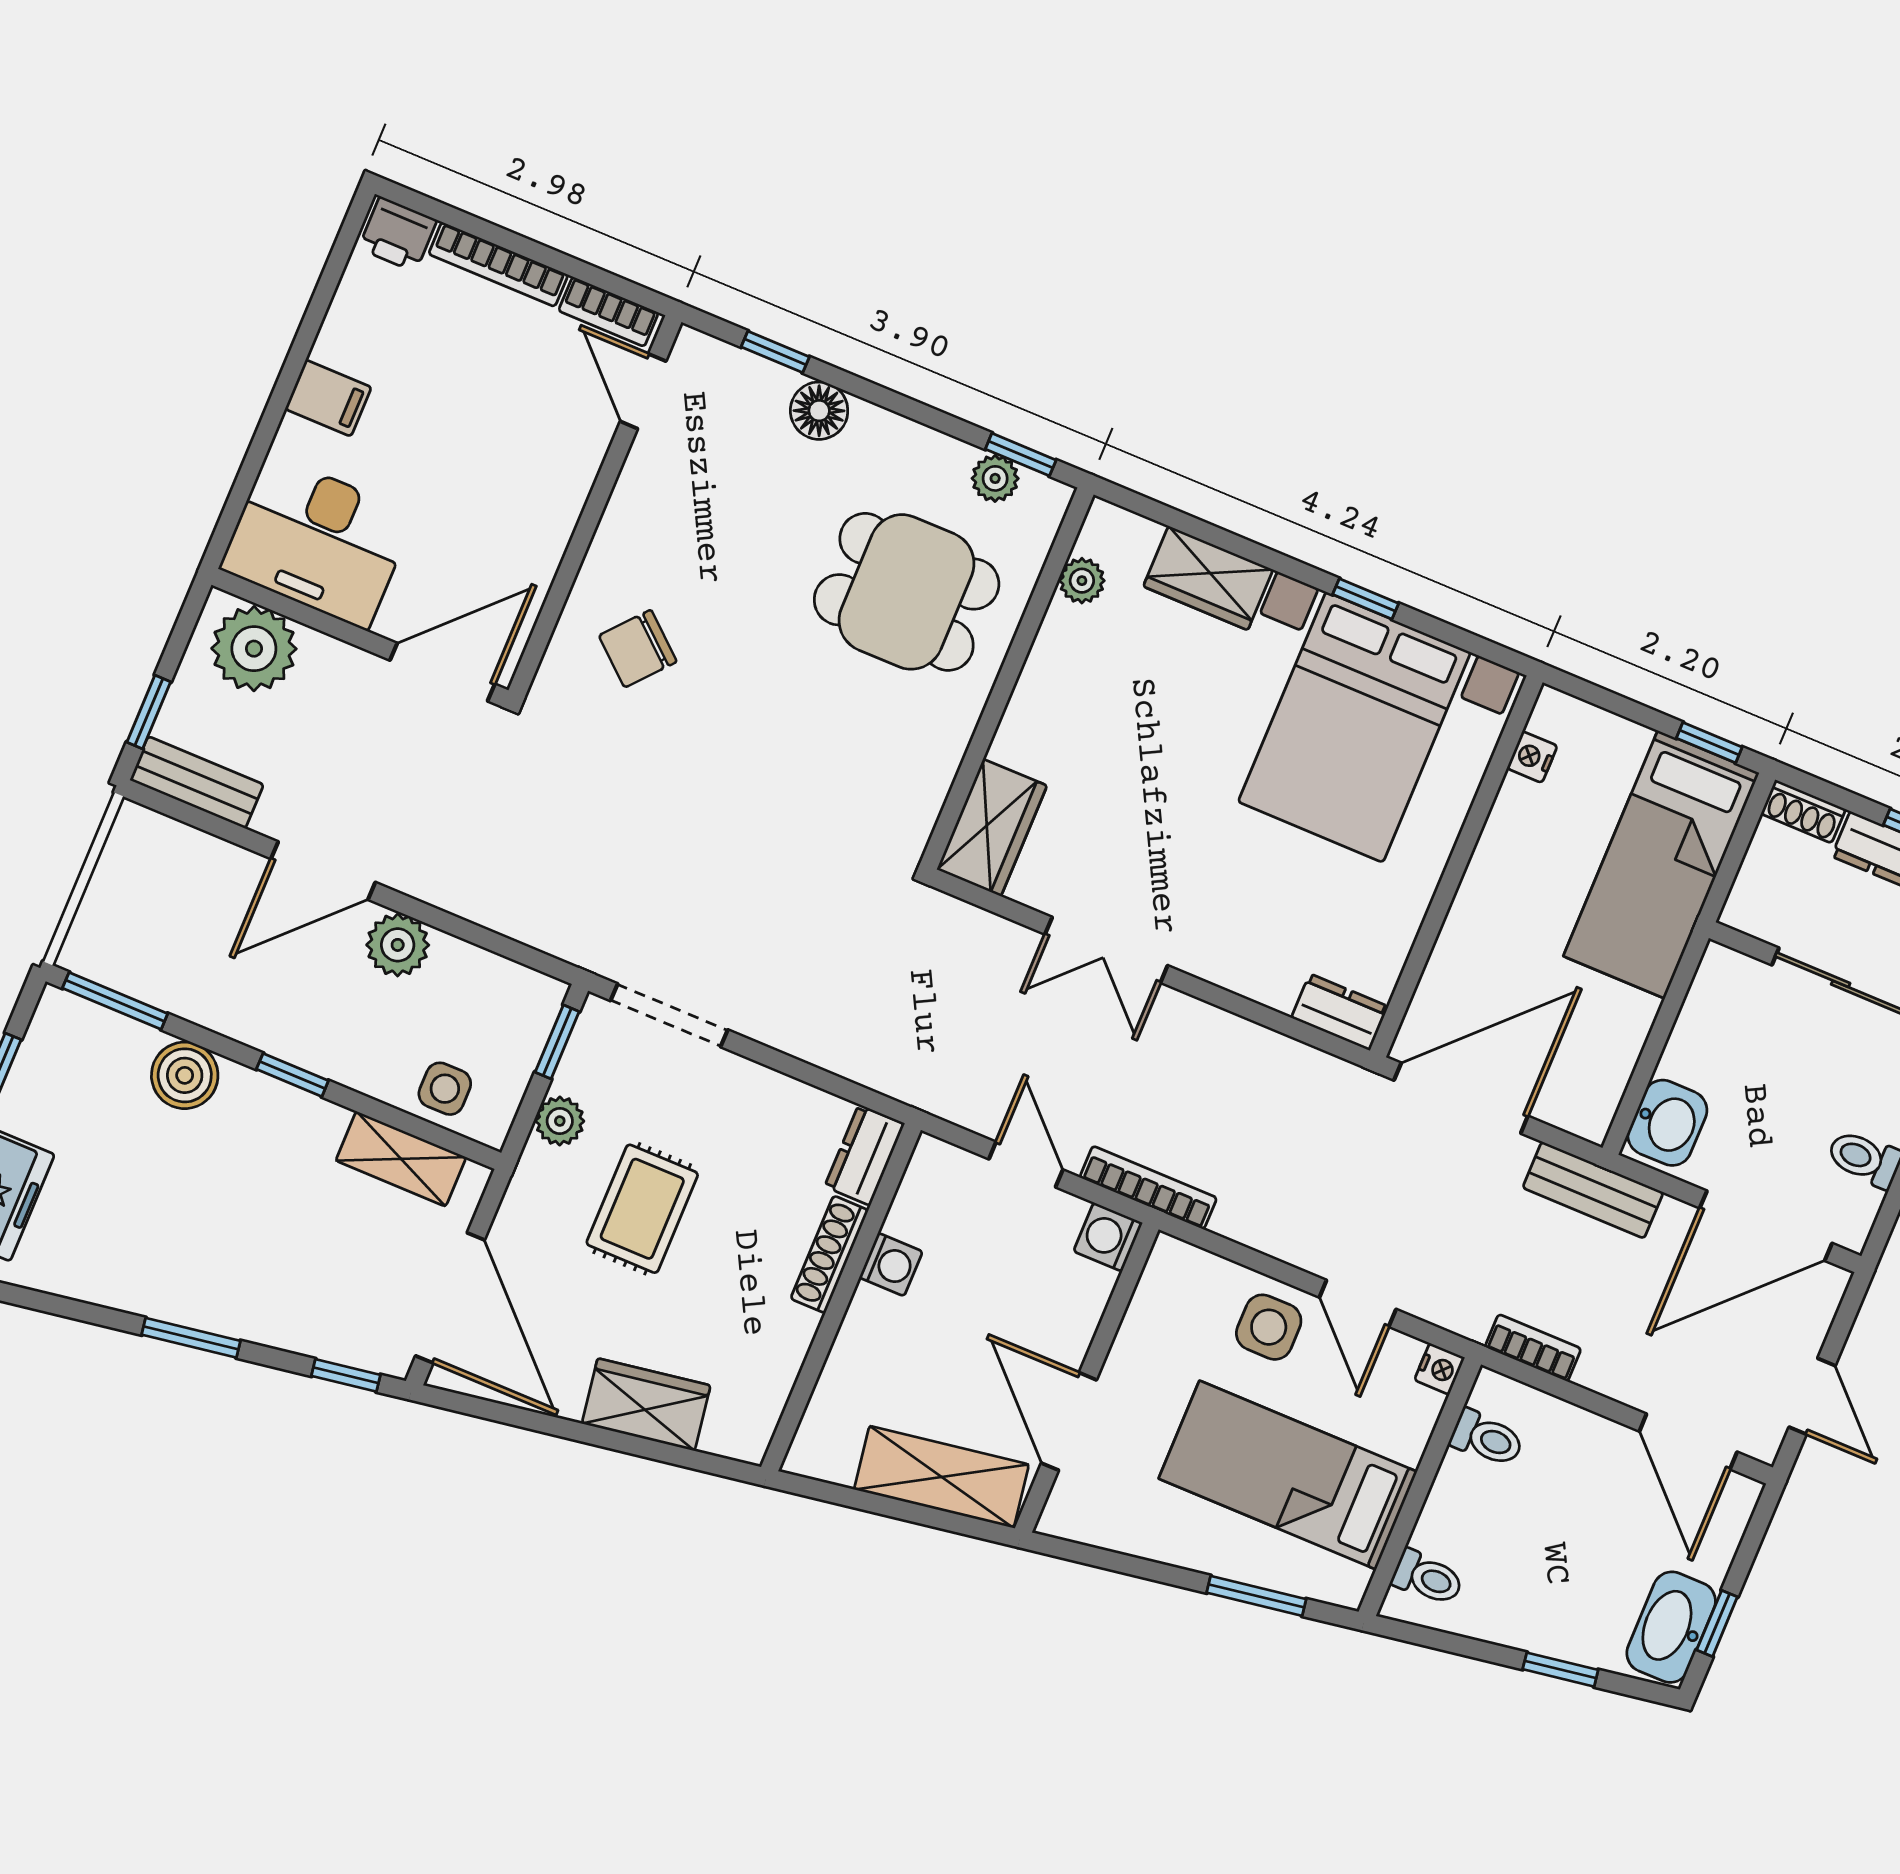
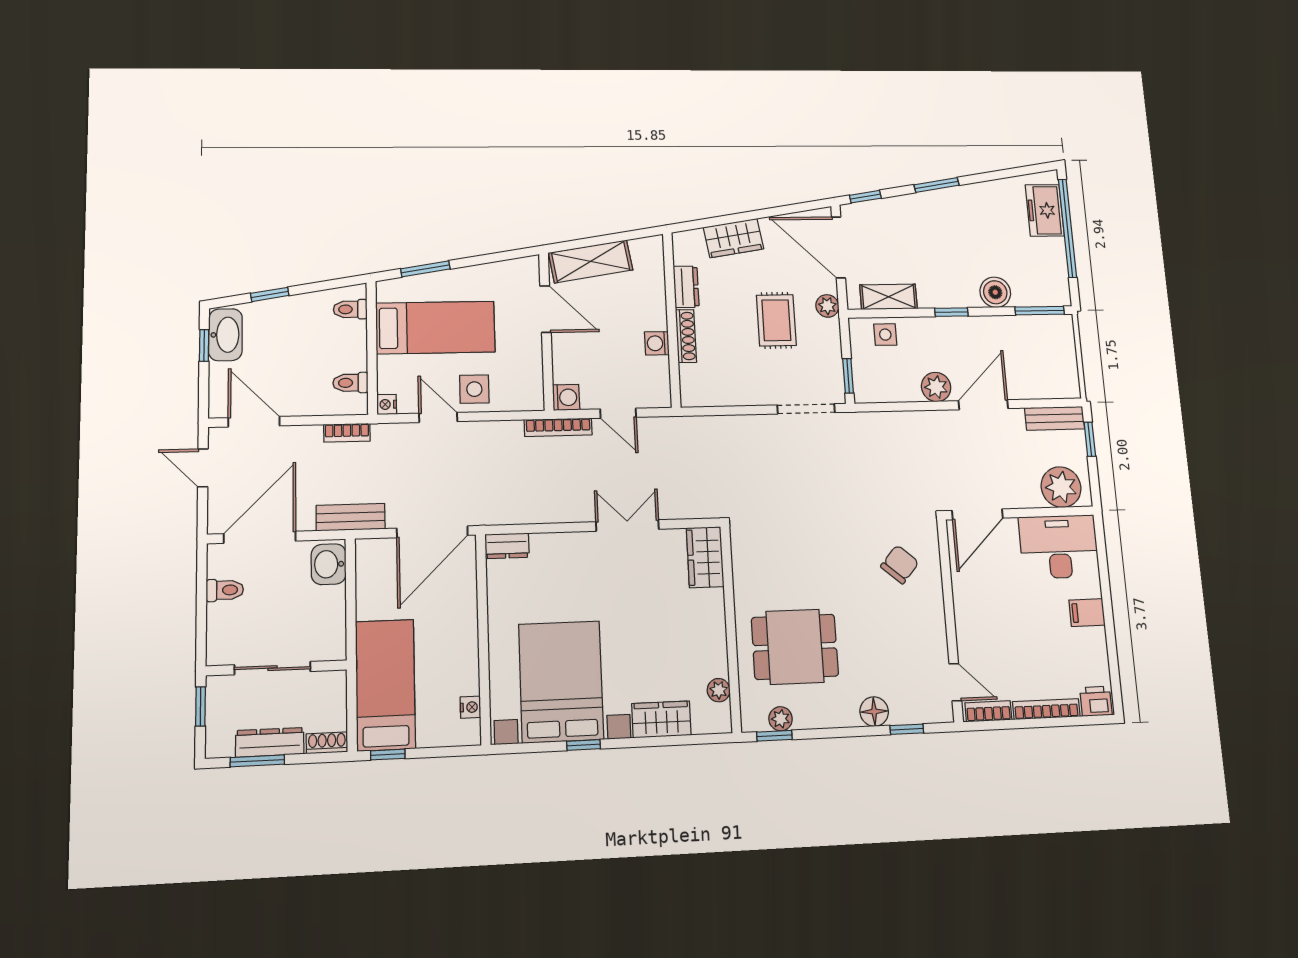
plant: (560, 1121) -> (827, 306), moved
dresser: (865, 1155) -> (686, 287), moved

